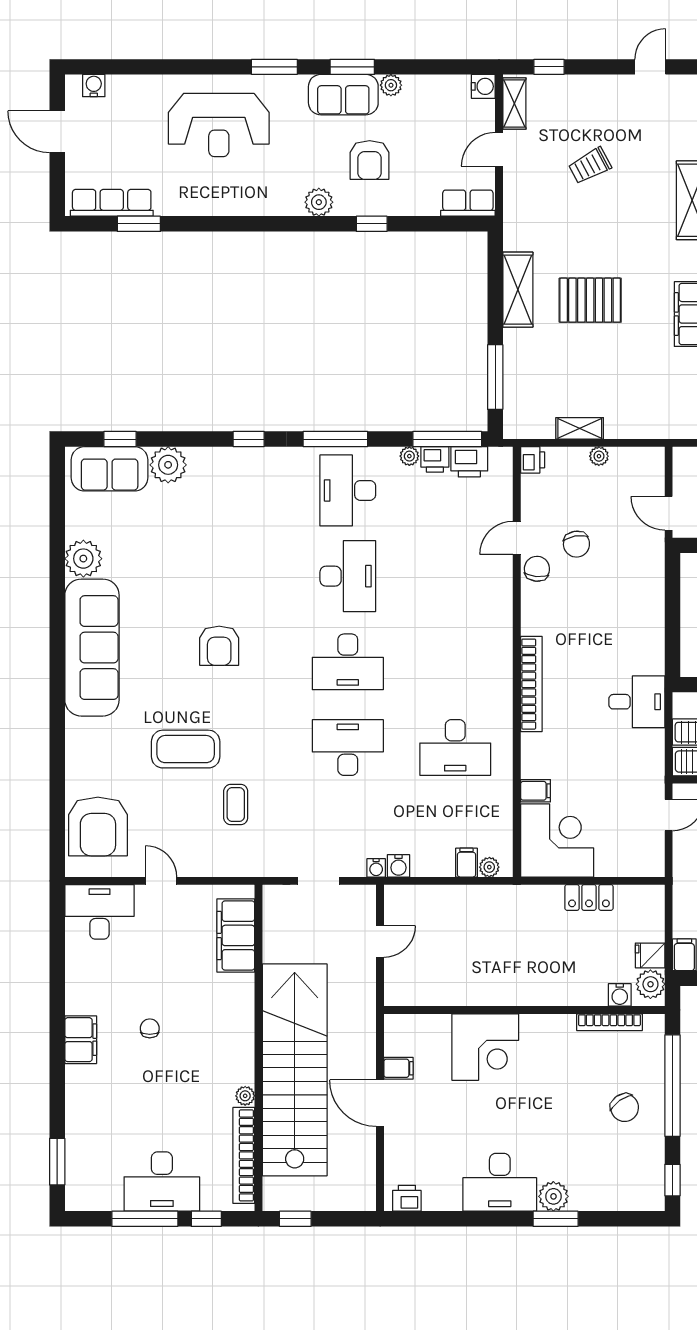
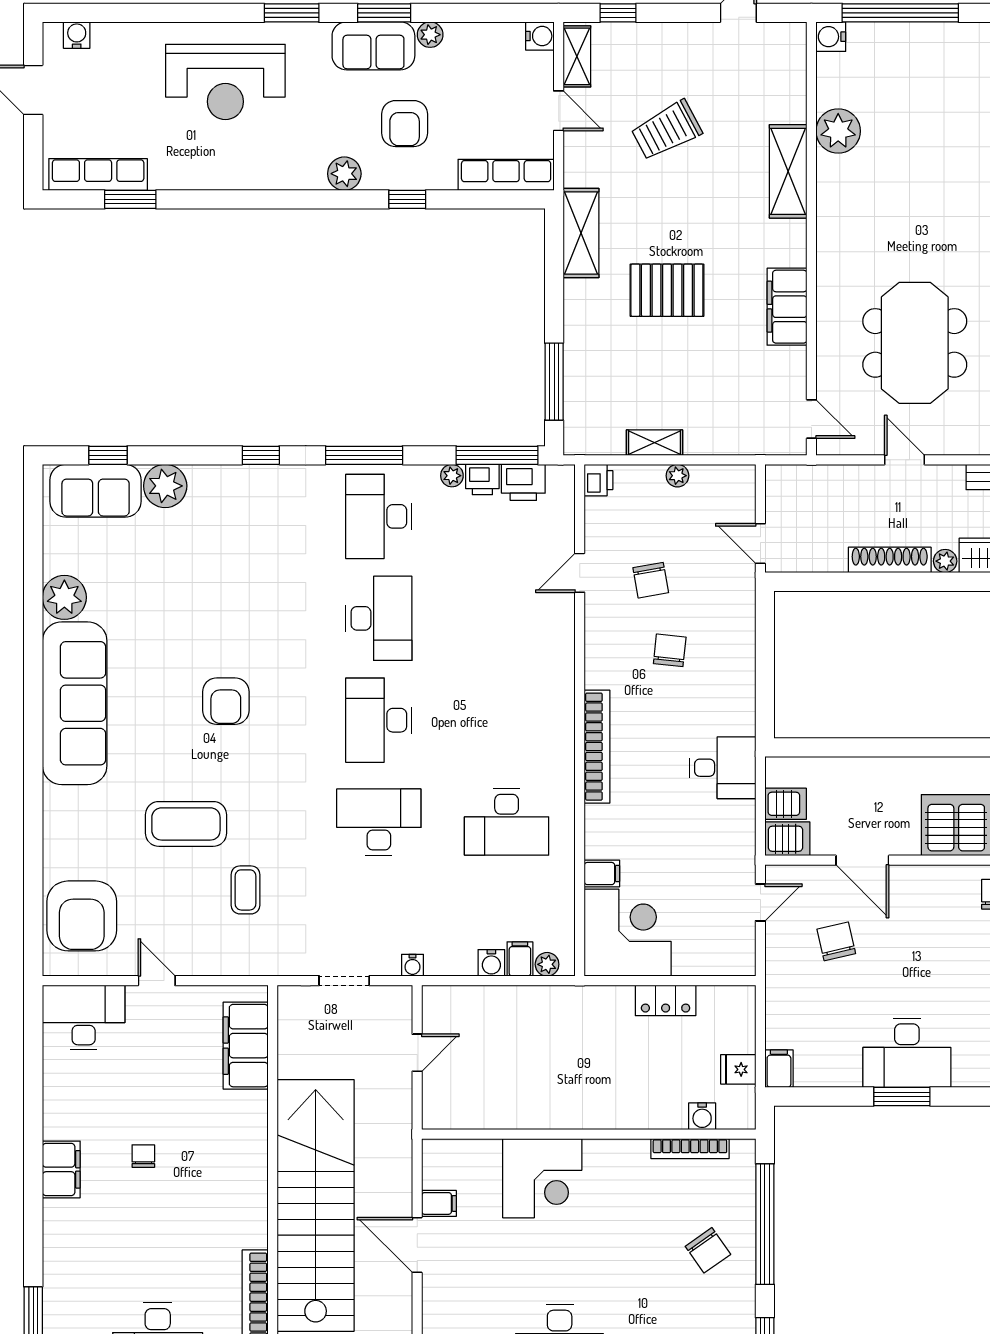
door: (499, 149) -> (559, 111), swing flipped
trolley: (590, 166) -> (667, 130), width x1.36, depth x1.39
row of seats: (468, 203) -> (506, 175), width x1.48
shelving: (518, 290) -> (581, 233), moved
chair: (537, 569) -> (670, 650), moved
desk: (348, 662) -> (379, 720), turned 90
water cooler: (398, 866) -> (491, 963), moved
plant: (650, 984) -> (739, 1104), removed
plant: (245, 1096) -> (257, 1236), removed

